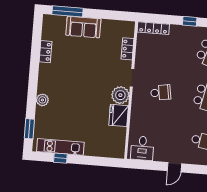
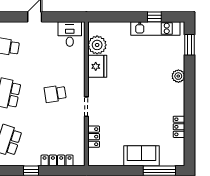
locker: (153, 28) -> (57, 160), moved
plant: (120, 95) -> (97, 45), moved

